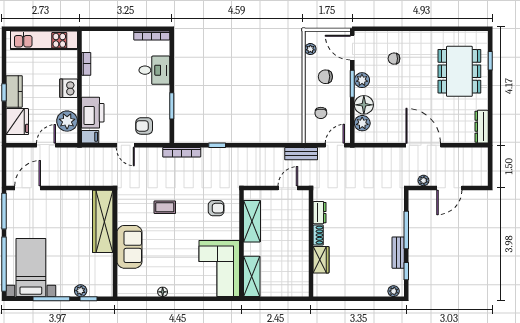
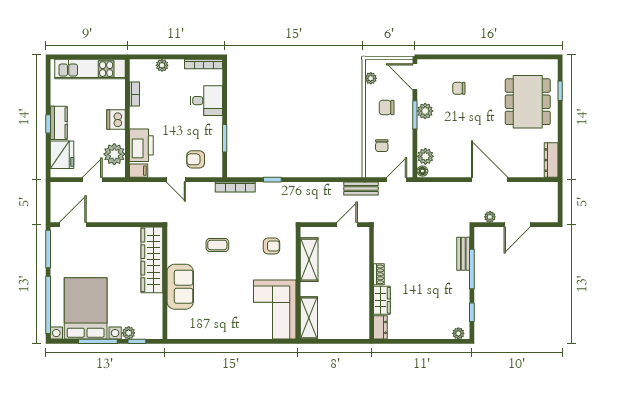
plant: (112, 37) -> (162, 65), added
floor lamp: (364, 105) -> (422, 171), moved, width x0.53, depth x0.53
dresser: (320, 213) -> (380, 327), moved
bench: (398, 253) -> (463, 254), moved
bed with nightstands: (31, 267) -> (86, 308), width x1.36
floor lamp: (163, 292) -> (215, 334), removed

